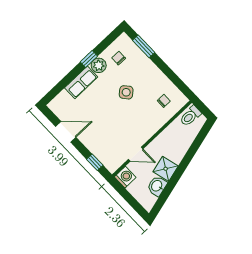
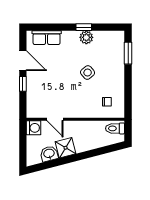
chair: (119, 58) -> (104, 45), removed
row of seats: (81, 82) -> (47, 38), moved
window: (95, 162) -> (23, 84), moved

